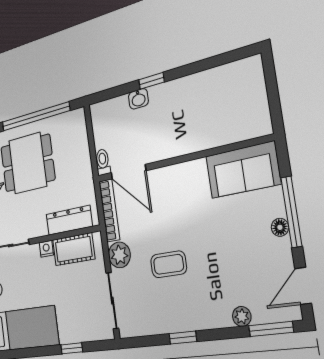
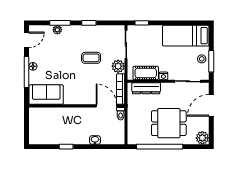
window: (152, 81) -> (66, 147), moved
window: (271, 329) -> (60, 23), moved
window: (72, 348) -> (142, 23), moved

